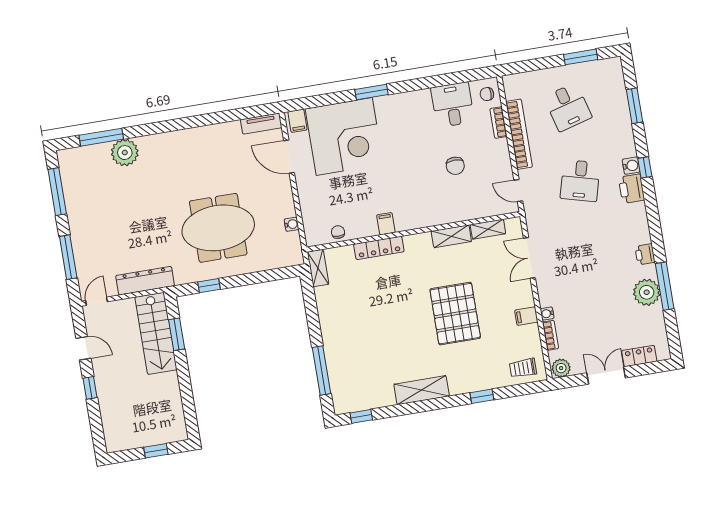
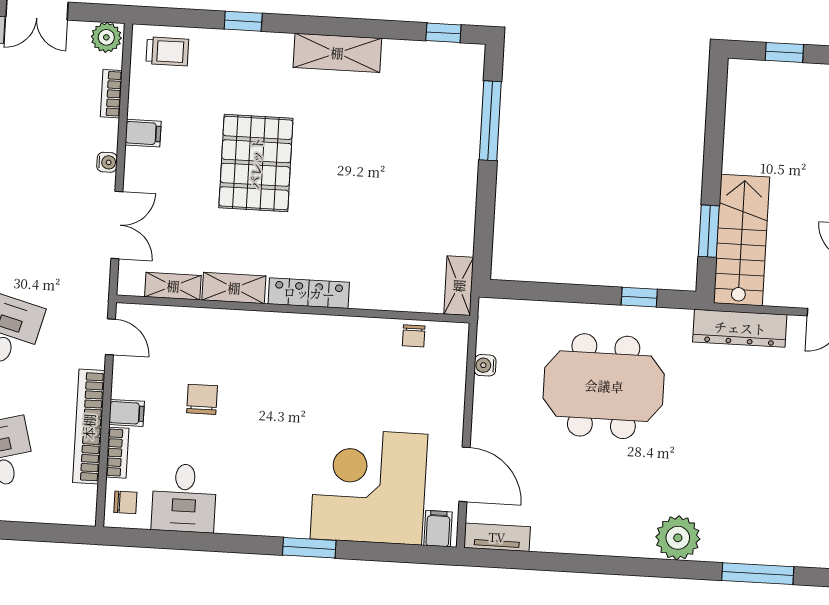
plant: (125, 153) -> (678, 538), moved
filing cabinet: (386, 224) -> (127, 413), moved, turned -90
locker: (379, 248) -> (309, 293), moved
water cooler: (547, 314) -> (107, 162), moved

